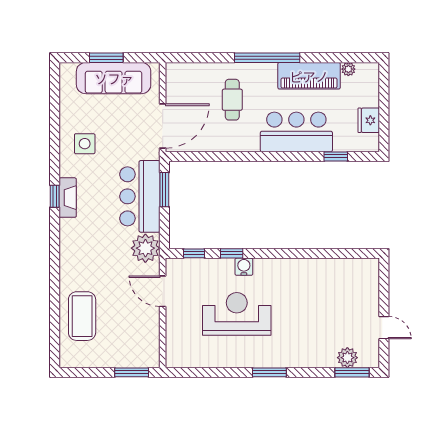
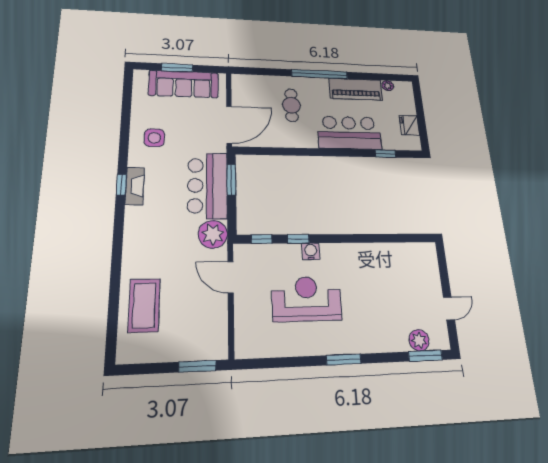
door: (384, 328) -> (449, 308), hinge flipped

